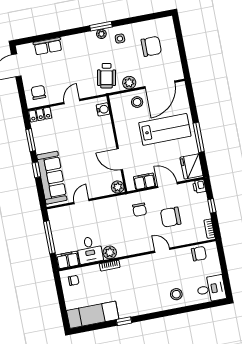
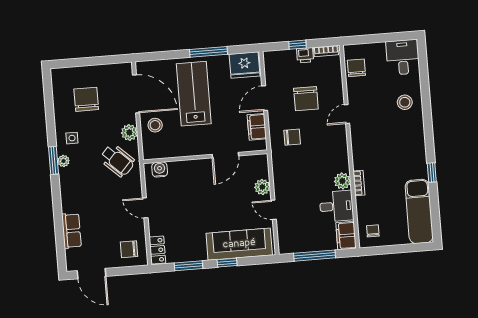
wheelchair: (107, 76) -> (117, 160), turned 32
printer: (199, 186) -> (305, 55), moved
plant: (118, 187) -> (262, 187), moved

